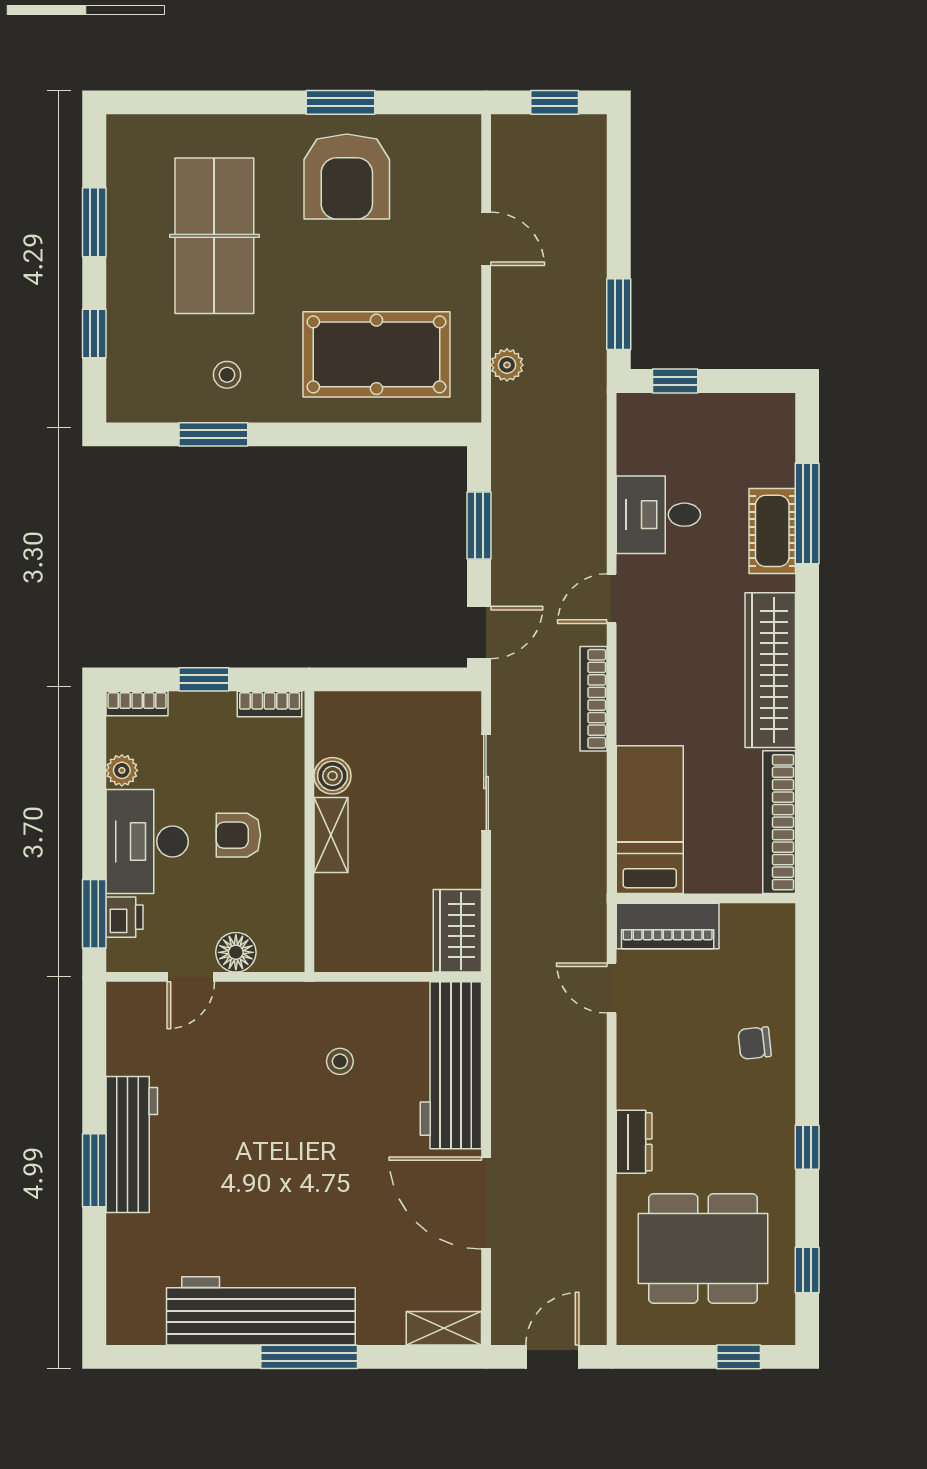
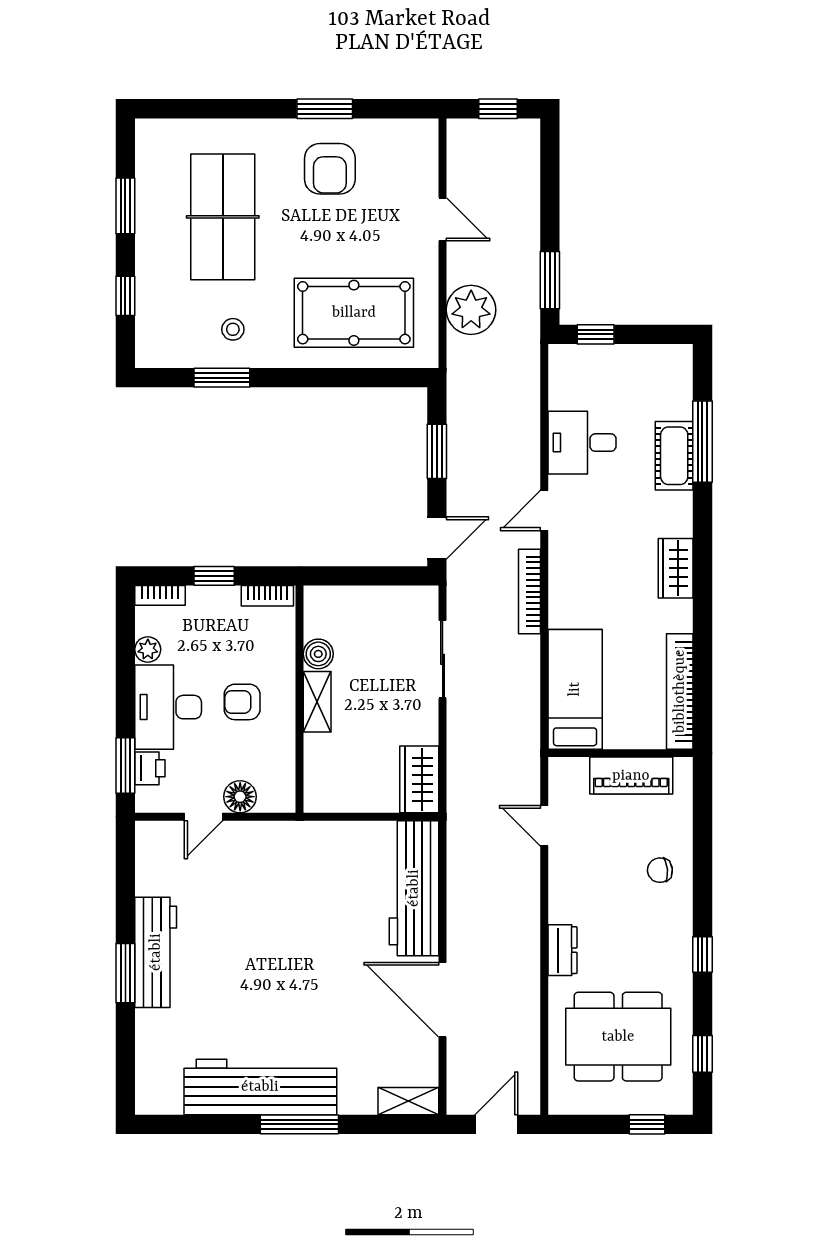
armchair: (347, 176) -> (330, 169), width x0.73, depth x0.73
plant: (507, 365) -> (471, 310), width x1.88, depth x1.88
wardrobe: (770, 670) -> (676, 568), width x0.48, depth x0.85
piano: (668, 926) -> (631, 776), moved
stool: (340, 1061) -> (324, 885), removed

